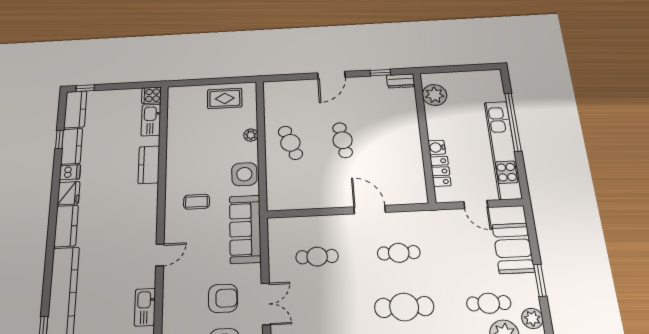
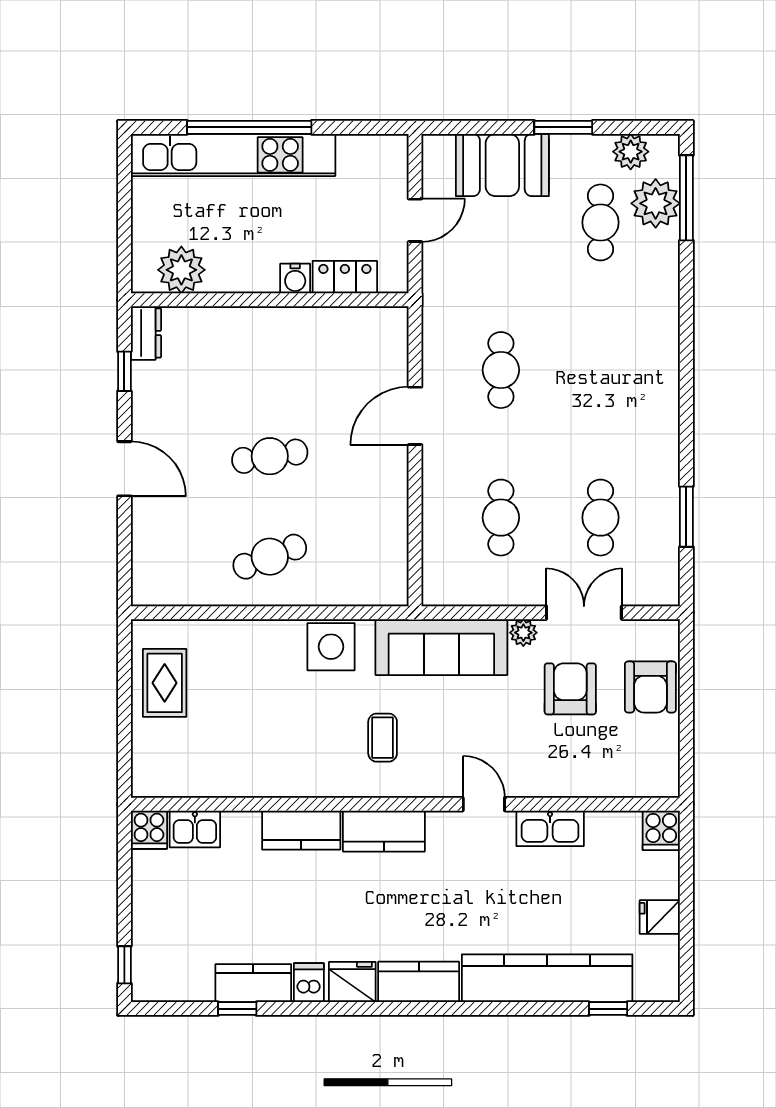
kitchen counter: (75, 109) -> (384, 831), moved, turned 180
kitchen sink: (151, 120) -> (195, 829), width x0.73
plant: (251, 135) -> (523, 633), moved
kitchen unit: (503, 150) -> (233, 155), moved
kitchen sink: (145, 307) -> (550, 828), moved
cafe table: (404, 307) -> (600, 518), moved, width x0.73, depth x0.74

